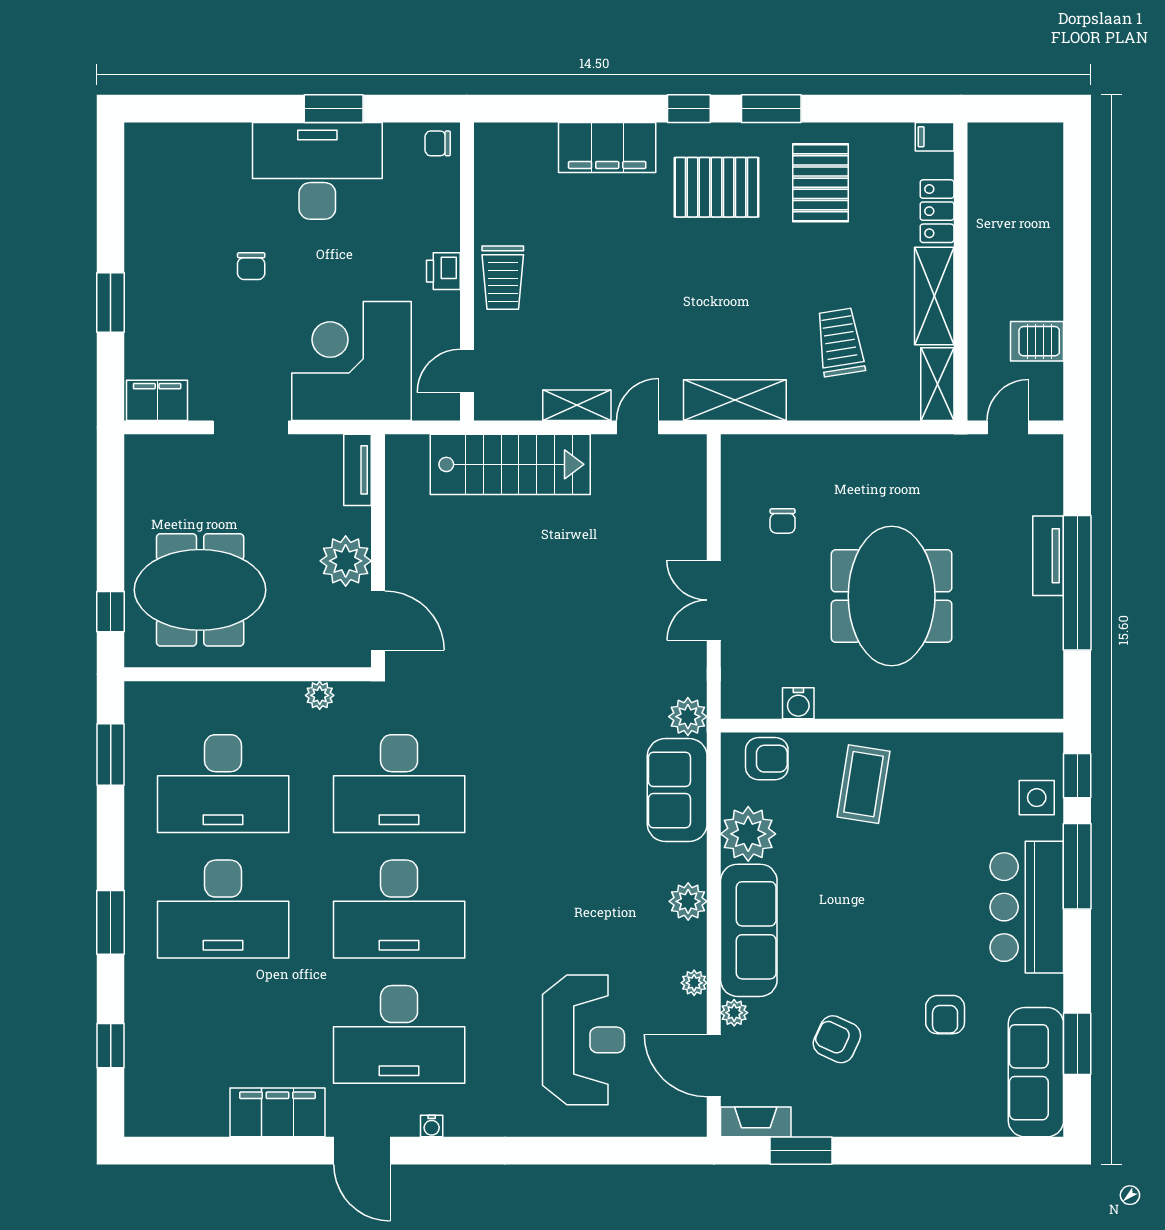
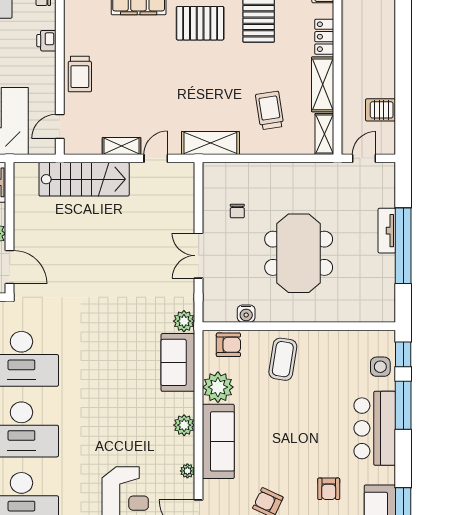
printer: (443, 271) -> (46, 41), moved
plant: (734, 1013) -> (210, 488), removed

